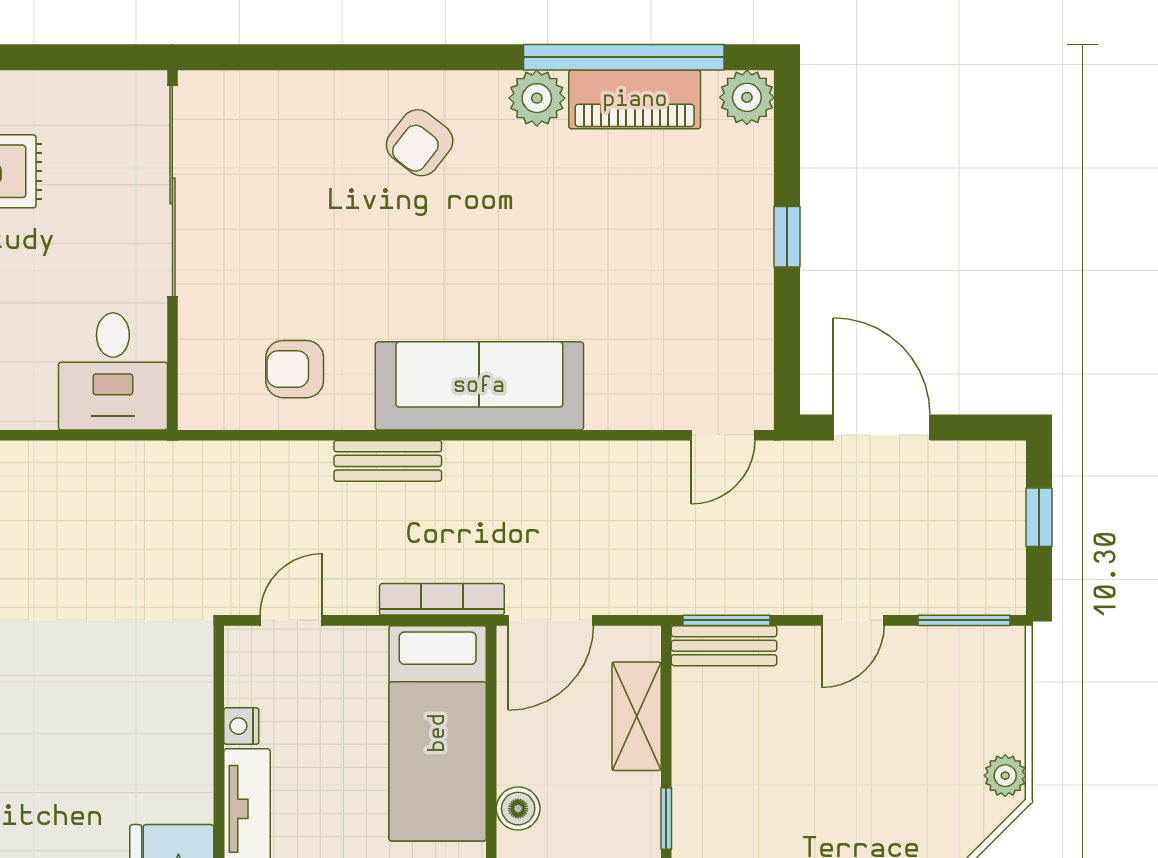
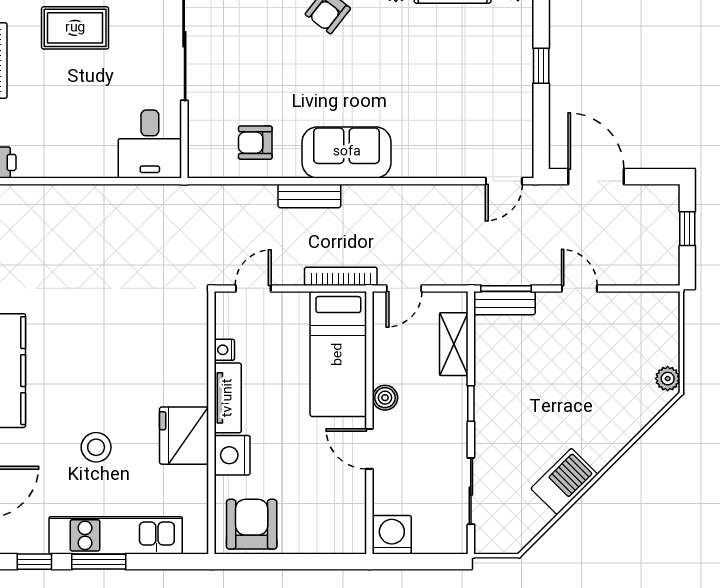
sofa: (479, 386) -> (347, 152), width x0.73
door: (551, 620) -> (404, 288), width x0.73
door: (853, 620) -> (579, 288), swing flipped
window: (964, 620) -> (644, 288), removed

